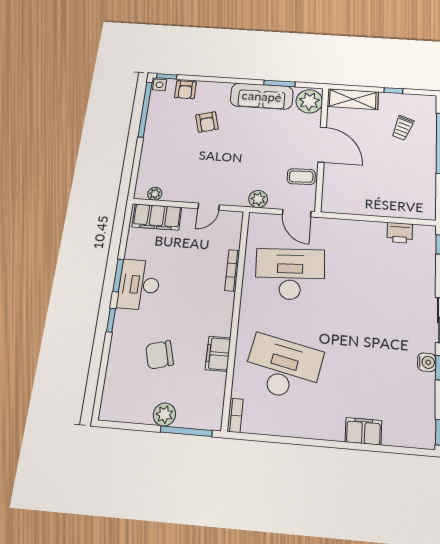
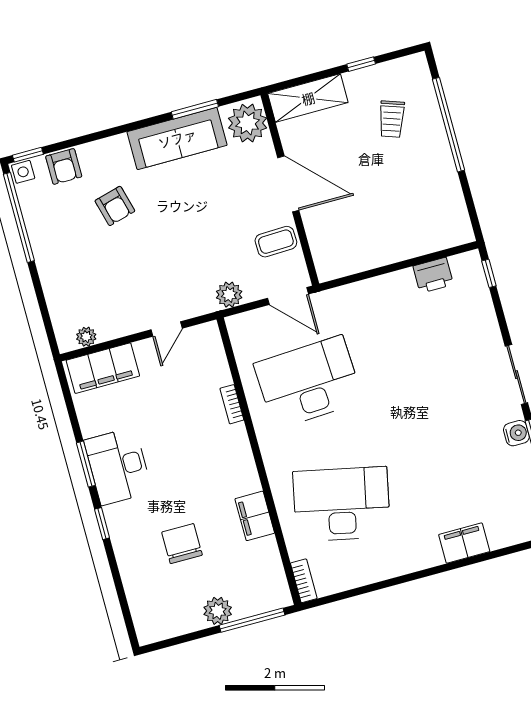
bookcase: (232, 270) -> (232, 404), width x0.64
chair: (160, 355) -> (182, 544), turned 105

